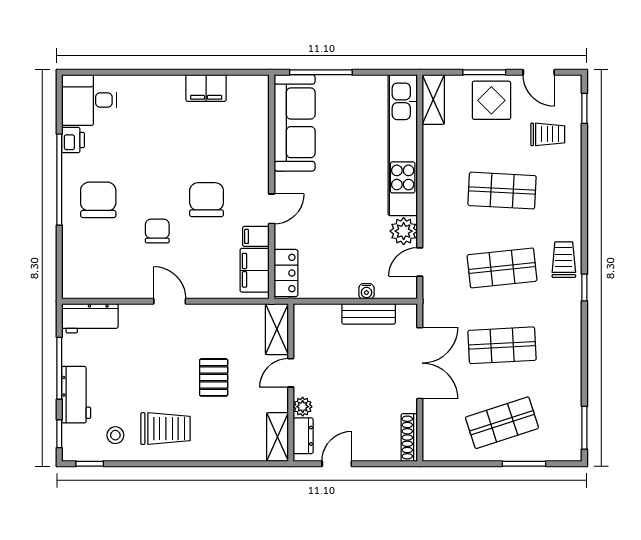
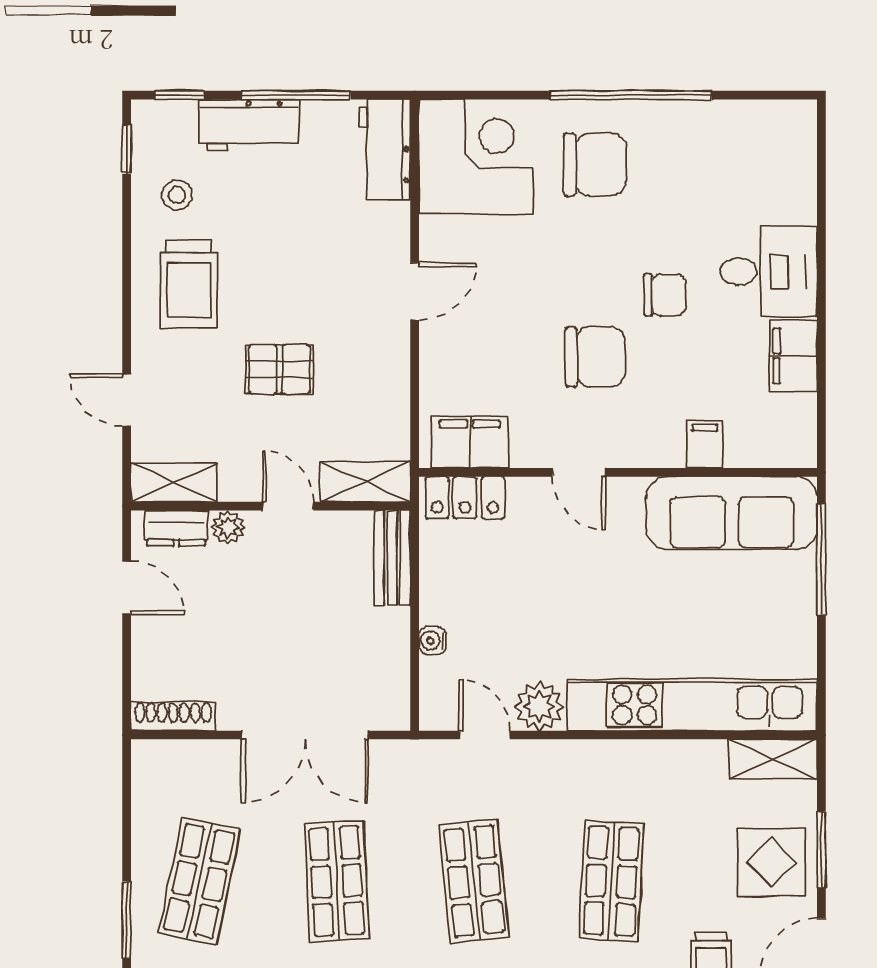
desk: (89, 100) -> (768, 272), moved, turned 90
printer: (73, 140) -> (701, 120), removed
chair: (157, 231) -> (665, 295), moved
filing cabinet: (256, 236) -> (705, 444), moved
corner desk: (94, 267) -> (476, 157), added
bench: (369, 314) -> (392, 558), moved
shop shelf: (502, 423) -> (199, 881), turned 30
door: (231, 464) -> (127, 400), added

